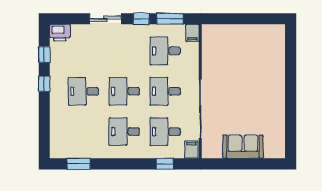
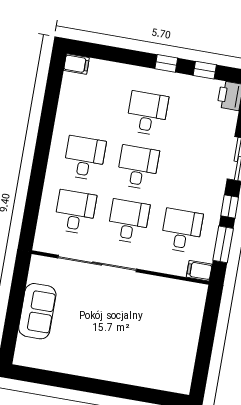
filing cabinet: (191, 150) -> (76, 64), moved
window: (79, 164) -> (53, 90), removed
window: (165, 164) -> (33, 204), removed

